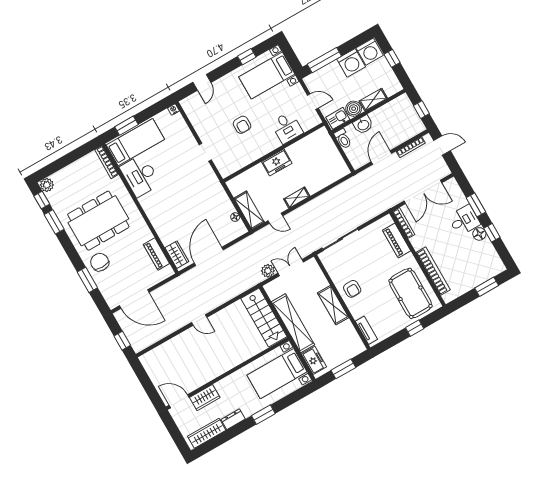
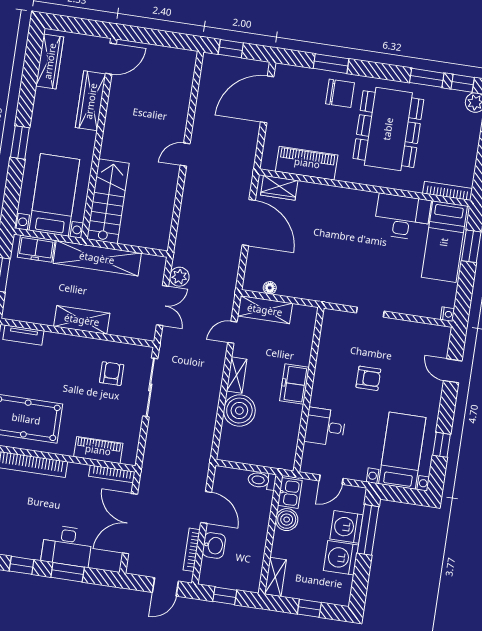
washing machine: (370, 52) -> (346, 527), moved
shelving: (373, 100) -> (275, 577), moved
armchair: (242, 125) -> (368, 378), turned 180
washbasin: (363, 125) -> (214, 545), moved, turned 180
boiler: (315, 181) -> (239, 411), added
desk: (464, 220) -> (67, 546), width x1.37
floor lamp: (479, 234) -> (31, 550), removed
piano: (156, 254) -> (307, 163), width x1.37, depth x1.33
armchair: (352, 289) -> (112, 374), moved, turned 90
stairs: (264, 318) -> (108, 201), moved, turned 90
wardrobe: (205, 398) -> (91, 101), width x1.50
dresser: (233, 419) -> (42, 104), removed

